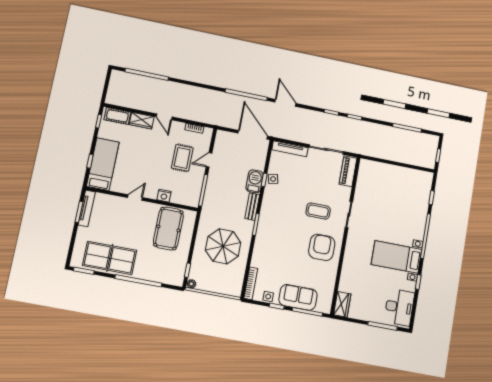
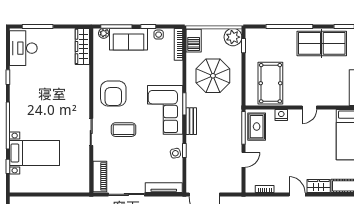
rug: (182, 158) -> (257, 127), moved
barbecue: (255, 181) -> (194, 41), moved
corner sofa: (275, 222) -> (165, 110), added
bed with nightstands: (397, 257) -> (35, 153), moved
plant: (191, 284) -> (233, 37), width x1.88, depth x1.88
wardrobe: (342, 304) -> (82, 46), width x1.50
plant: (321, 308) -> (104, 33), added

